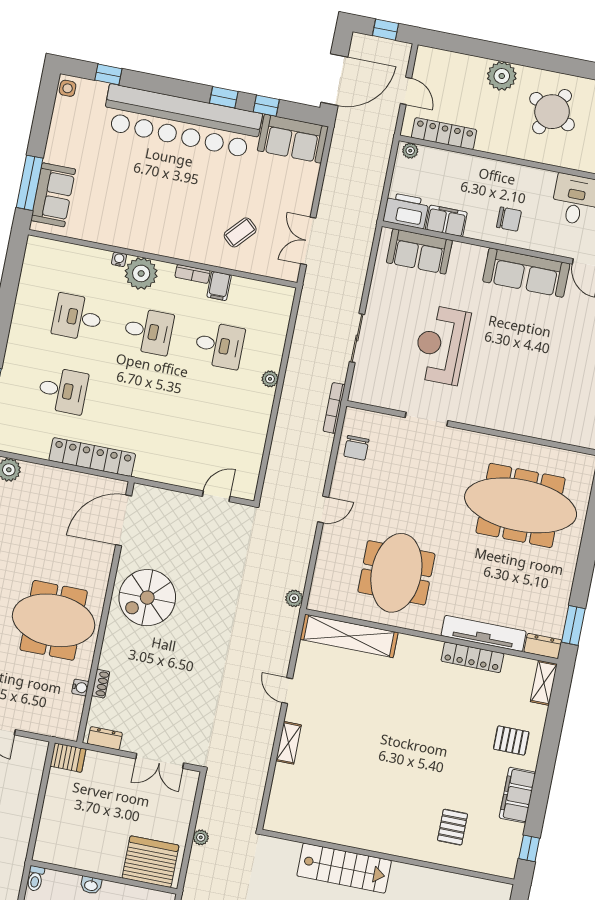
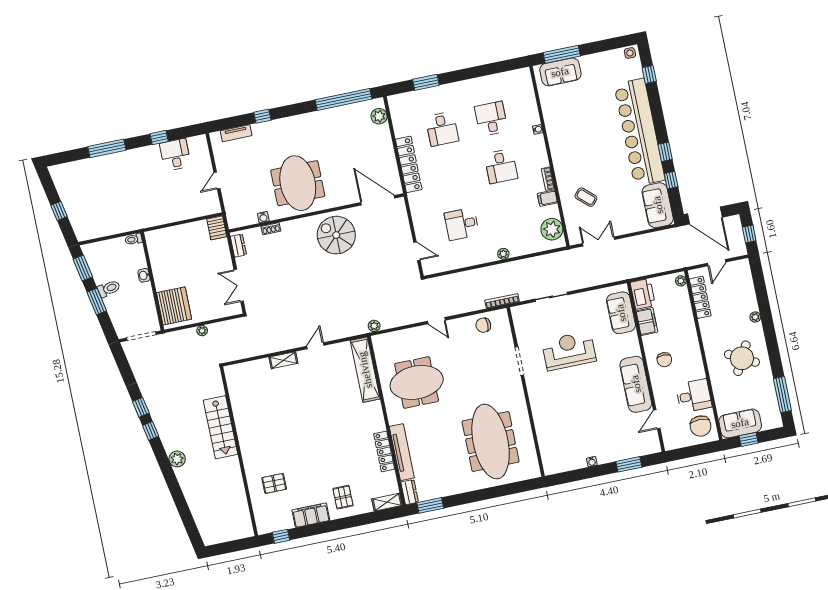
plant: (502, 76) -> (755, 317), width x0.53, depth x0.53
plant: (141, 273) -> (552, 229), moved
desk: (219, 345) -> (462, 224), moved, turned 90

